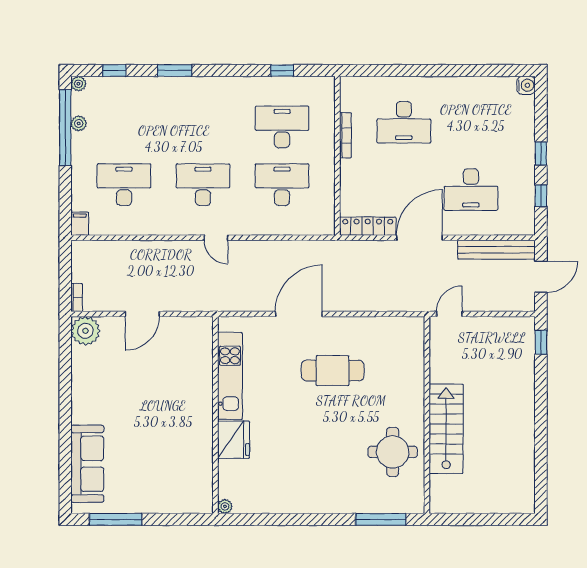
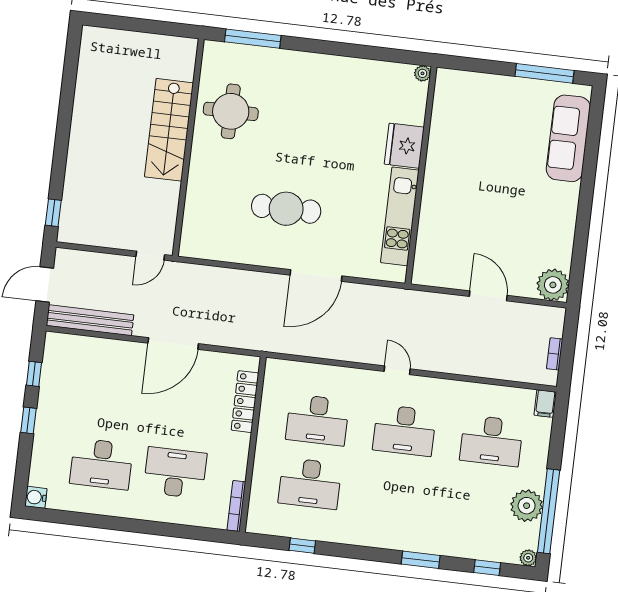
plant: (79, 123) -> (527, 506), width x1.88, depth x1.88
bookcase: (345, 135) -> (236, 506), moved
desk: (471, 189) -> (101, 464), moved, turned 180
locker: (368, 226) -> (245, 402), moved, turned 90
bookcase: (77, 298) -> (555, 354), moved
door: (142, 314) -> (488, 296), hinge flipped

